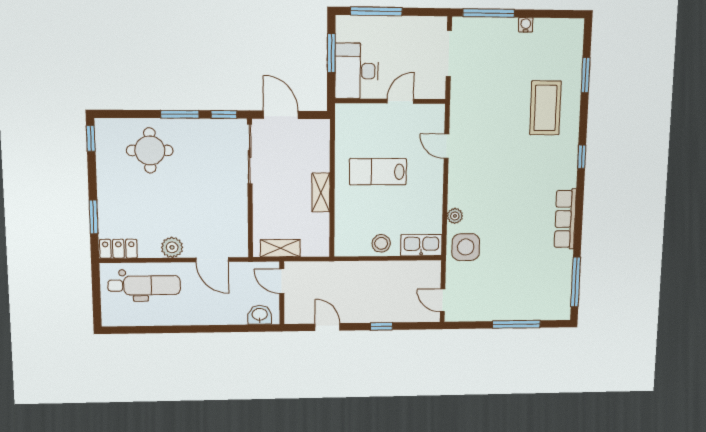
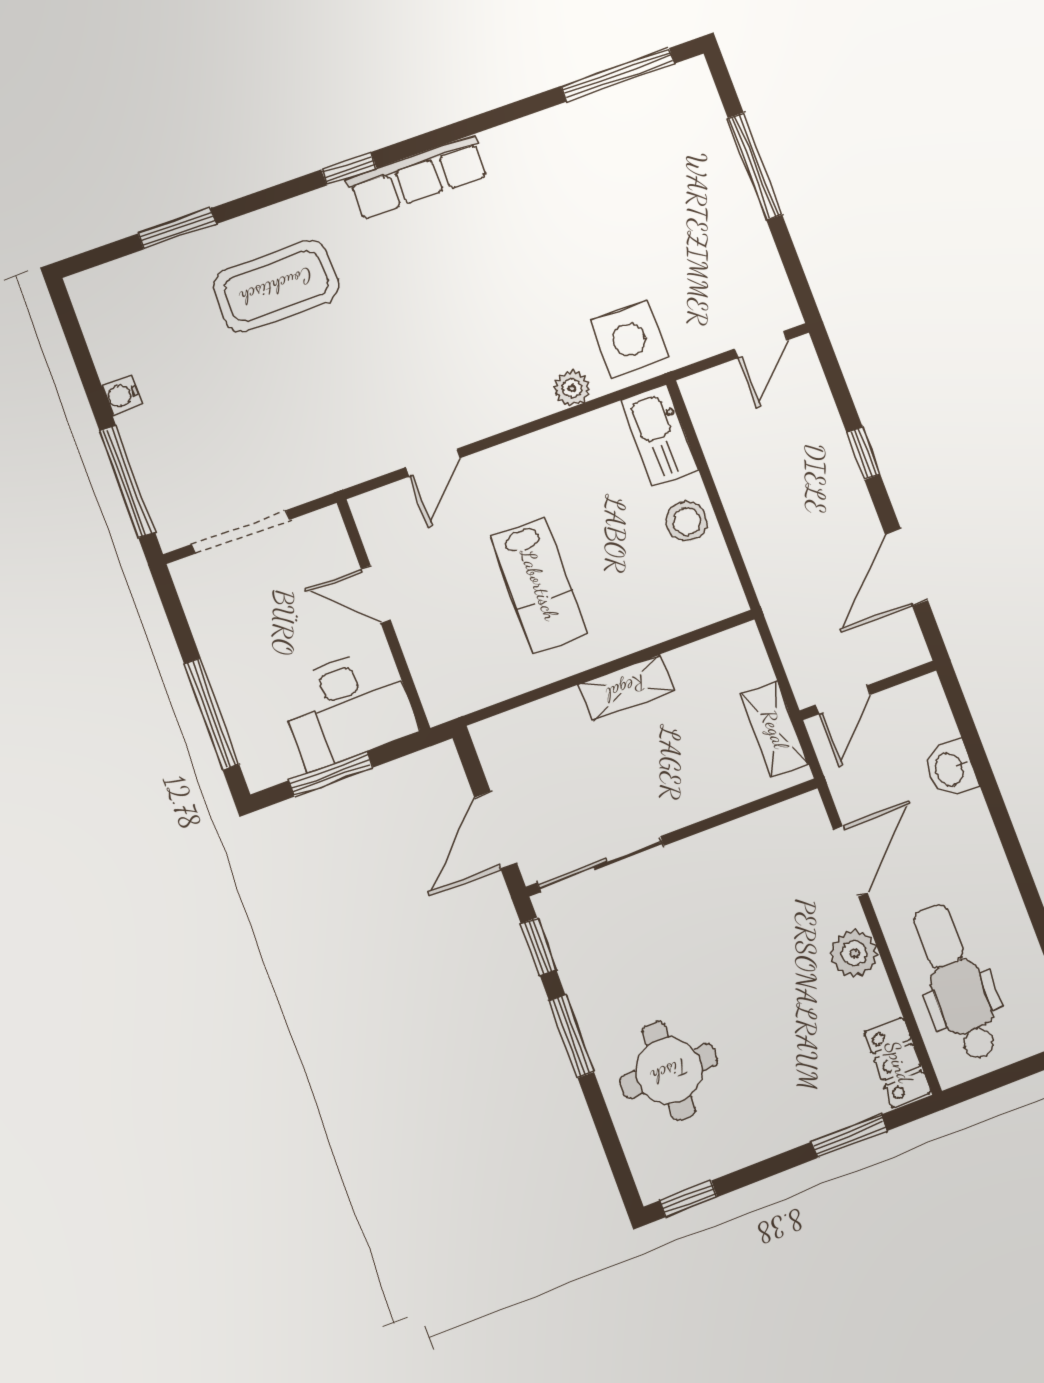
row of seats: (565, 219) -> (417, 177), moved
washbasin: (260, 315) -> (950, 769), moved
door: (327, 327) -> (906, 567), width x1.38

